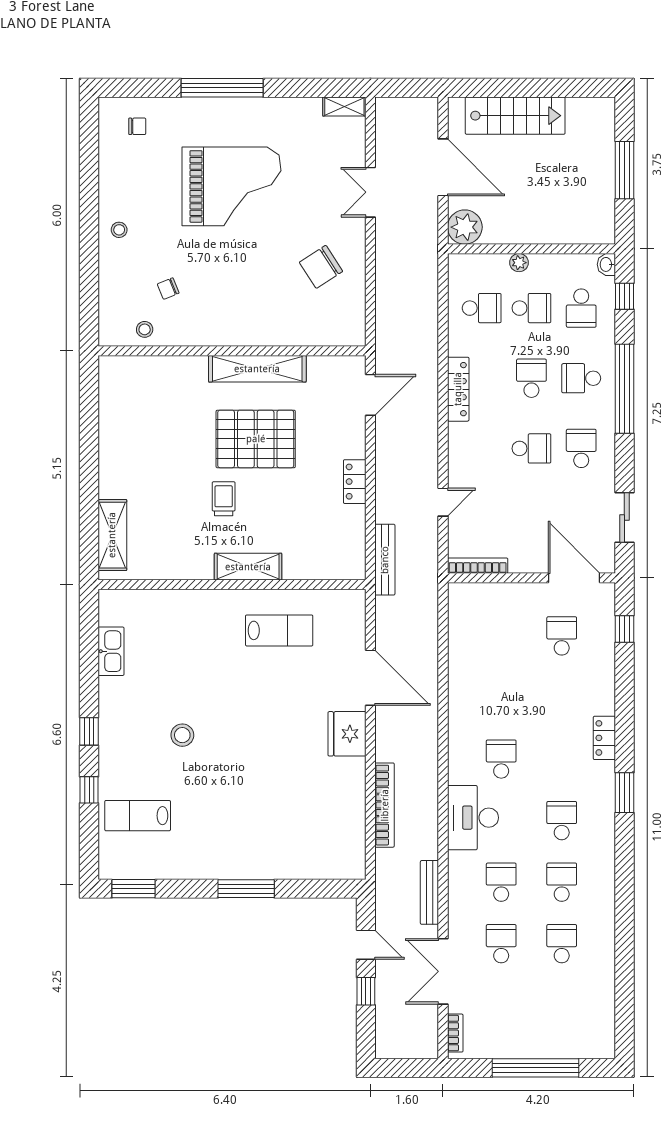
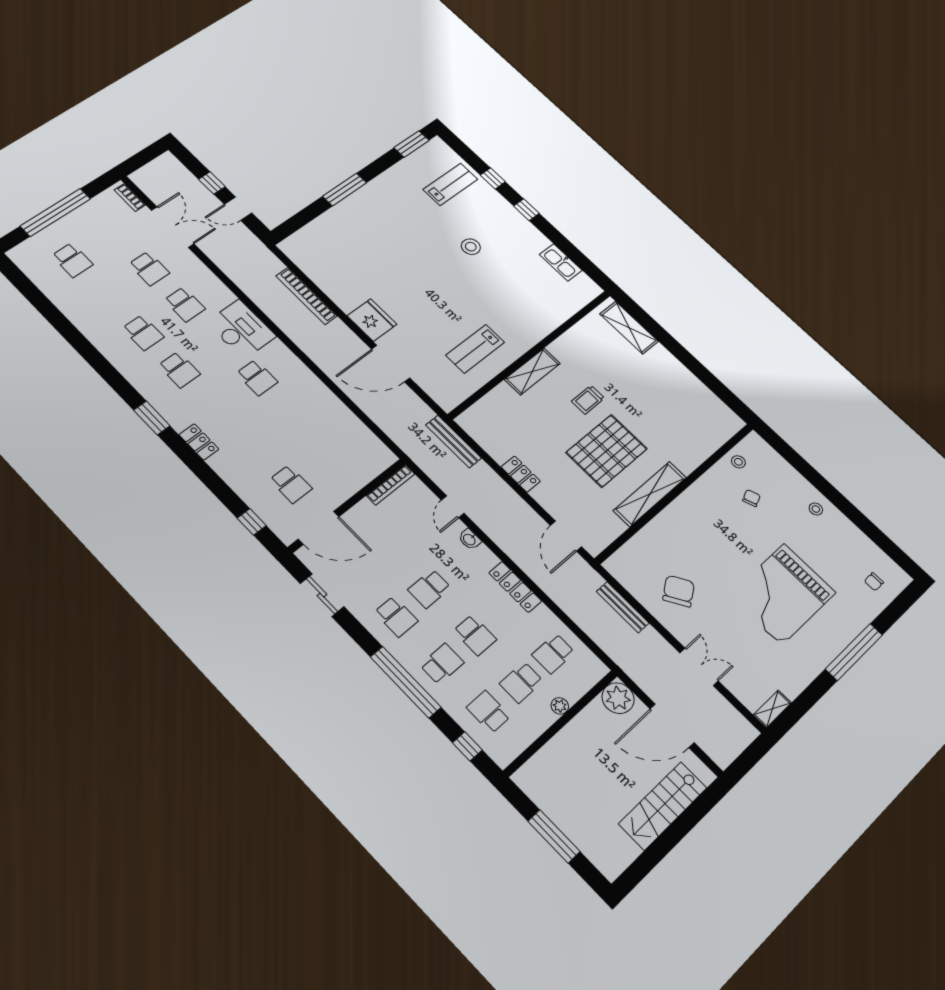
washbasin: (606, 264) -> (470, 539), moved, turned 180
trolley: (224, 499) -> (588, 400), turned 90
bench: (429, 892) -> (623, 607), moved
school desk: (562, 944) -> (72, 260), moved

